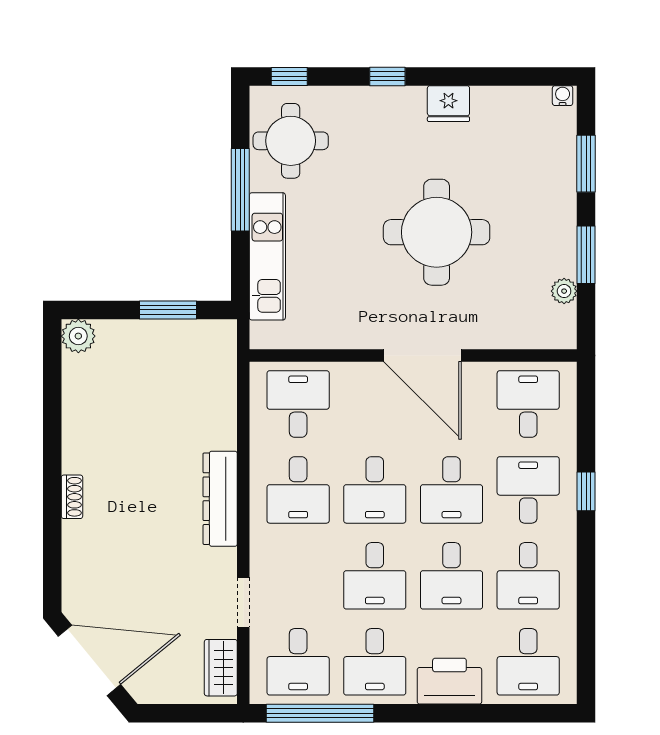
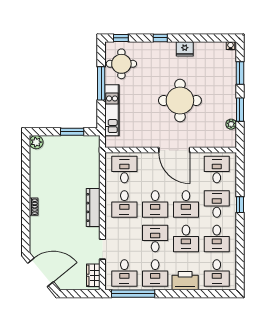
desk: (375, 576) -> (155, 238), turned 180

